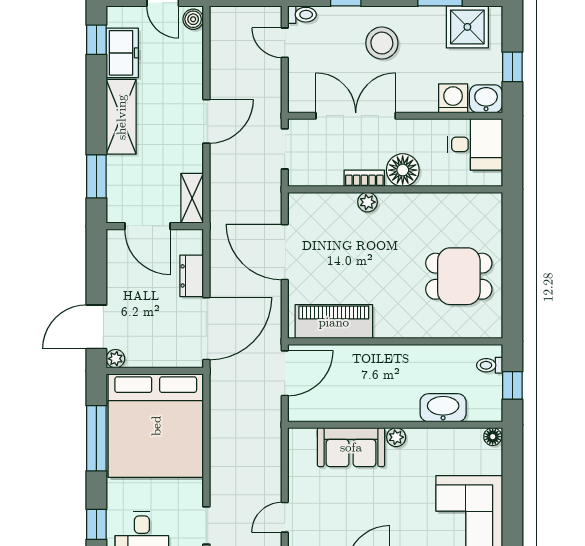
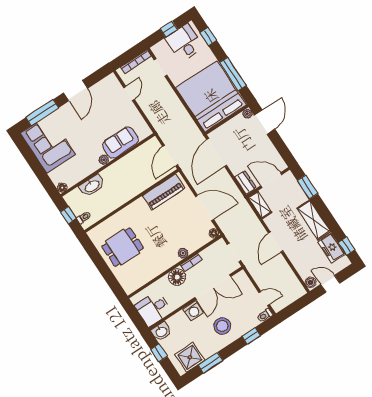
washing machine: (453, 98) -> (193, 311), moved
floor lamp: (297, 201) -> (214, 233), added
dresser: (192, 276) -> (245, 182), moved

